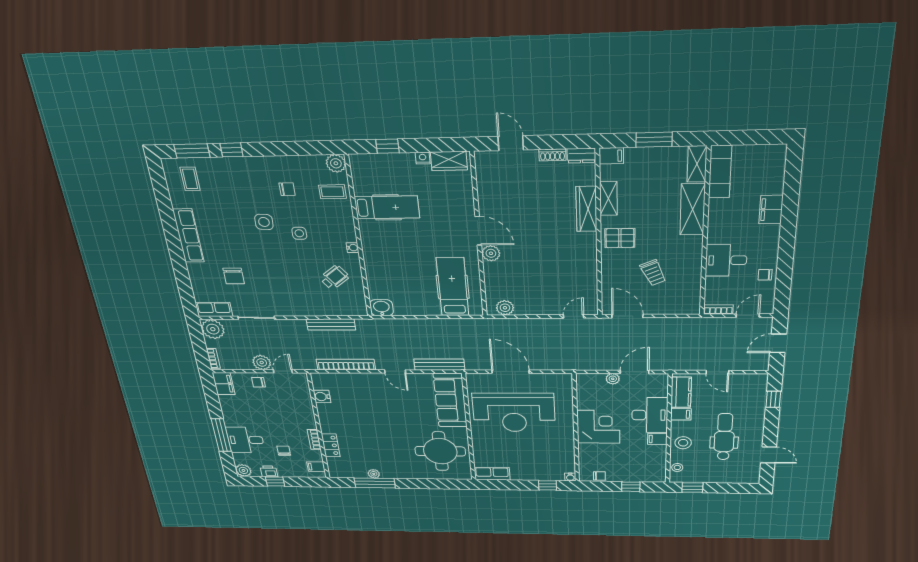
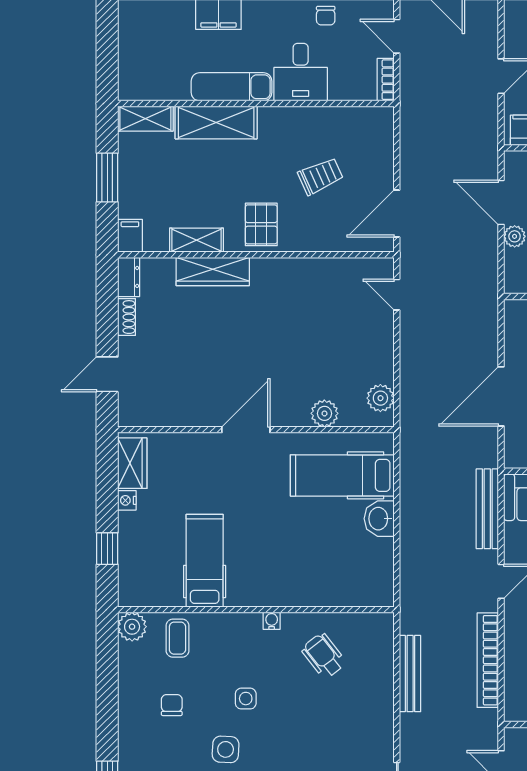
exam couch: (720, 172) -> (231, 87), moved
plant: (491, 253) -> (324, 413), moved
washbasin: (381, 308) -> (379, 519), moved

